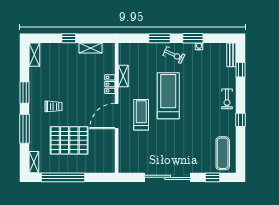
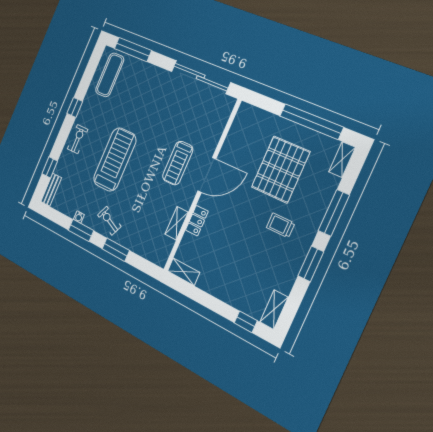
window: (69, 38) -> (246, 322), moved
shelving: (91, 48) -> (184, 272), moved
treadmill: (168, 96) -> (115, 159), moved, turned 180
pallet: (69, 140) -> (281, 169), turned 90
sliding door: (168, 177) -> (201, 77), moved
window: (213, 177) -> (133, 50), width x2.17

